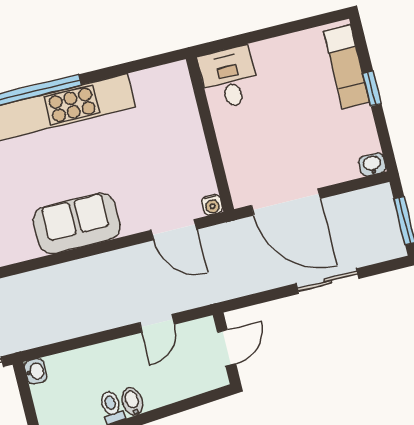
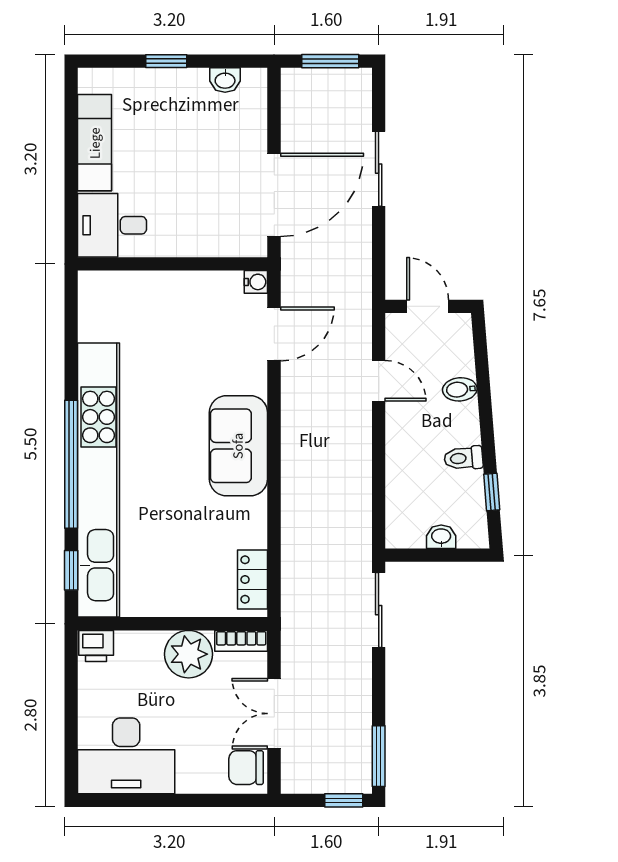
exam couch: (347, 67) -> (95, 143), moved, turned -90
washbasin: (372, 164) -> (225, 80), moved, turned -90
washbasin: (36, 371) -> (441, 537), moved
bidet: (132, 402) -> (460, 389), moved

